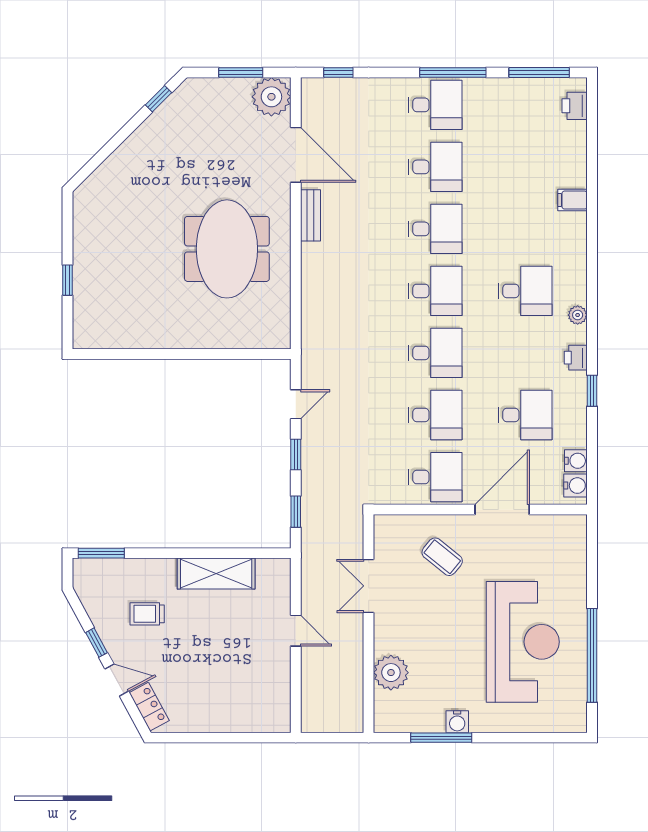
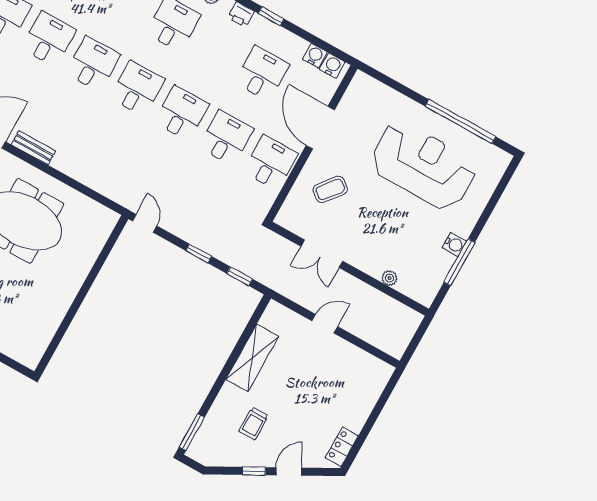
door: (296, 404) -> (145, 223), moved
plant: (391, 673) -> (389, 278), width x0.53, depth x0.53
locker: (149, 707) -> (342, 447), moved, turned -62

